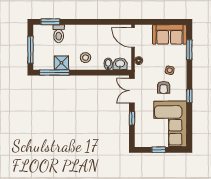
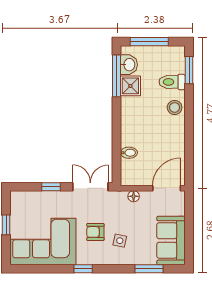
stool: (86, 58) -> (175, 107), moved
washbasin: (120, 64) -> (129, 65), moved

